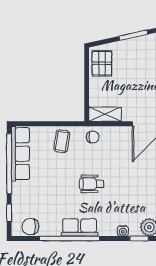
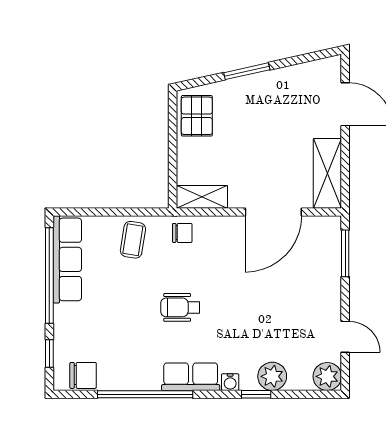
chair: (30, 227) -> (83, 375), turned 180
row of seats: (80, 227) -> (191, 377), moved

